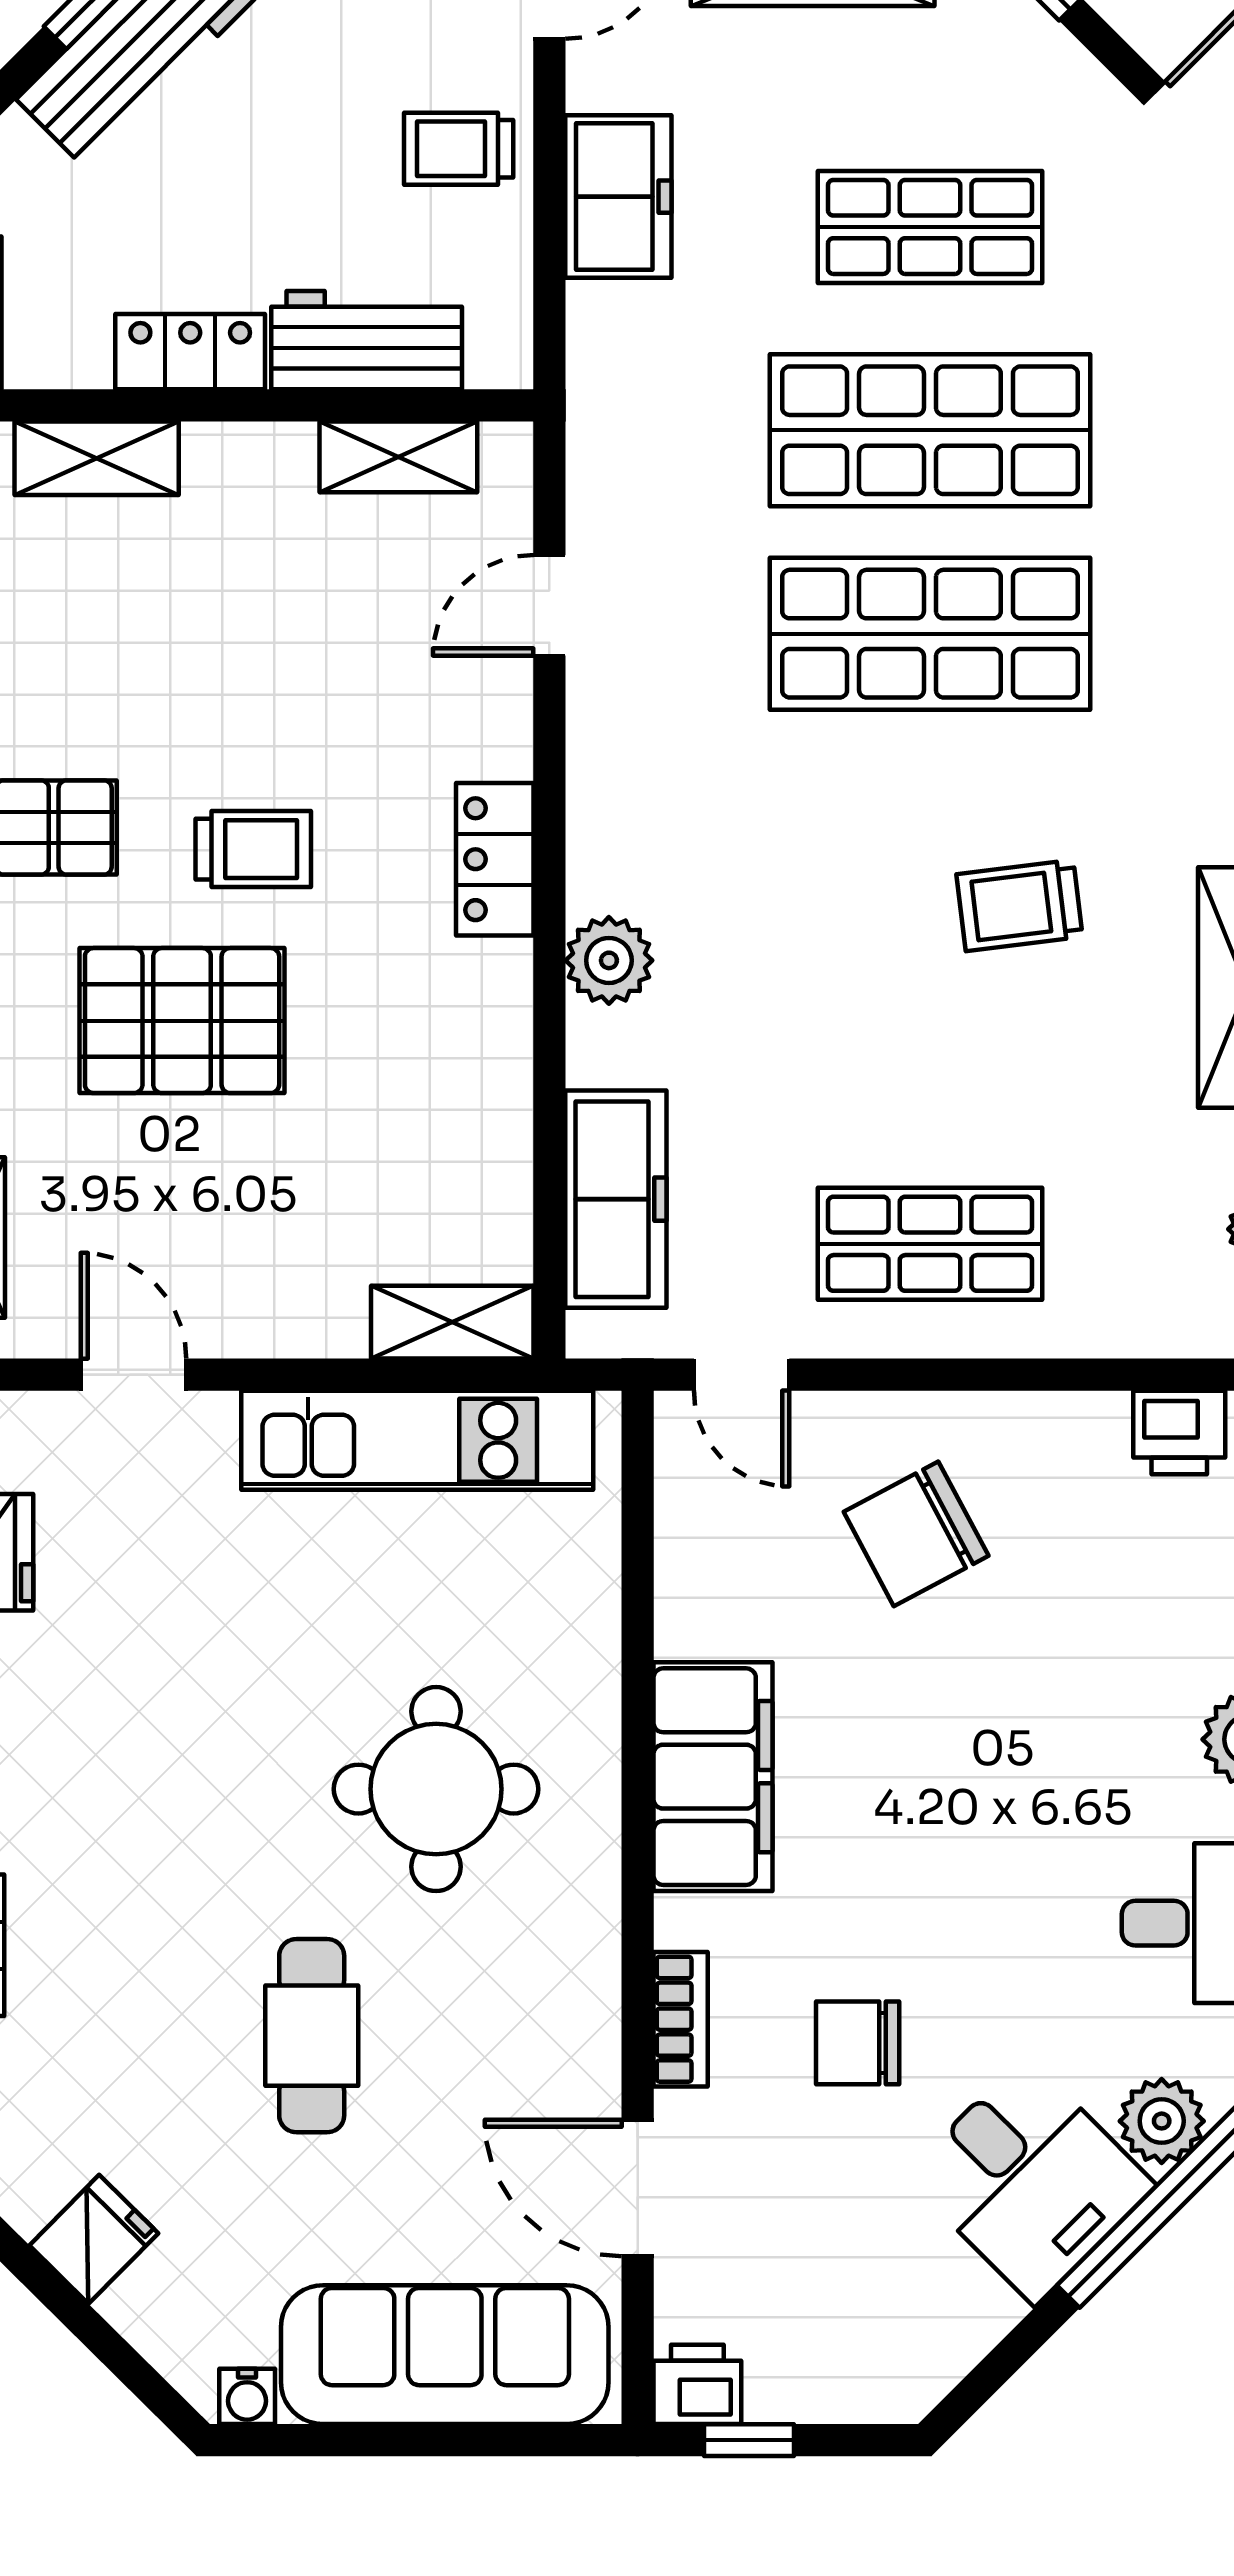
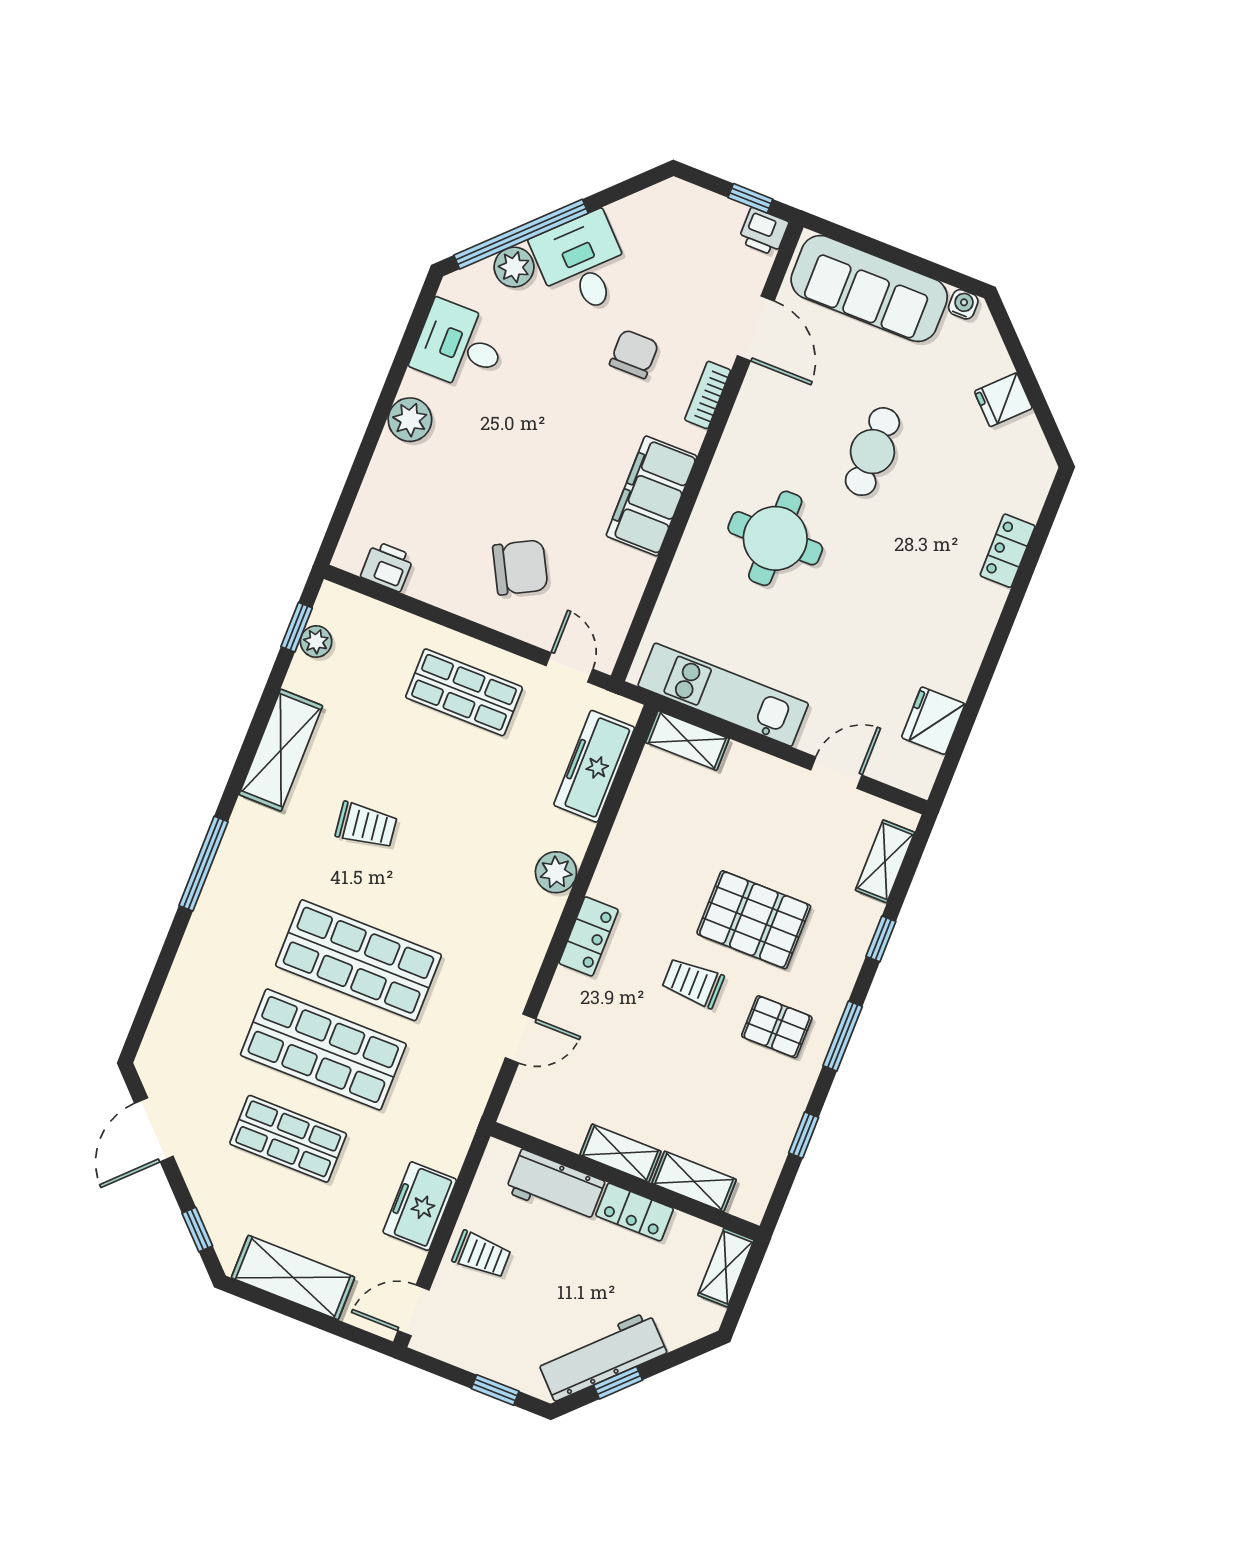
shelving: (398, 457) -> (620, 1153), moved
door: (134, 1375) -> (836, 773), swing flipped
chair: (858, 2043) -> (634, 354), turned -90

